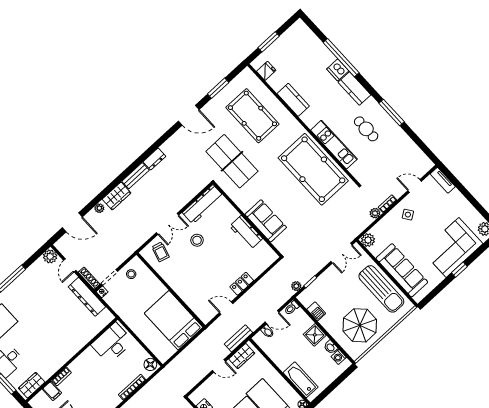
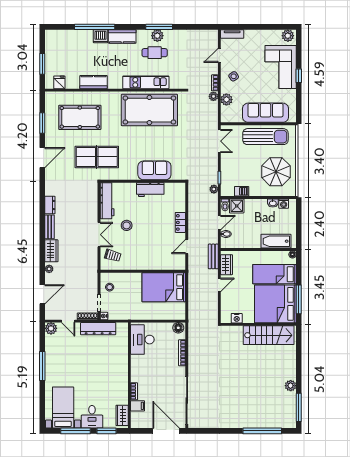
plant: (383, 118) -> (157, 36), added
plant: (368, 240) -> (226, 100), moved
shower: (315, 335) -> (237, 206), moved

